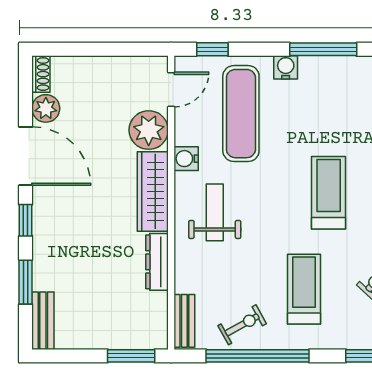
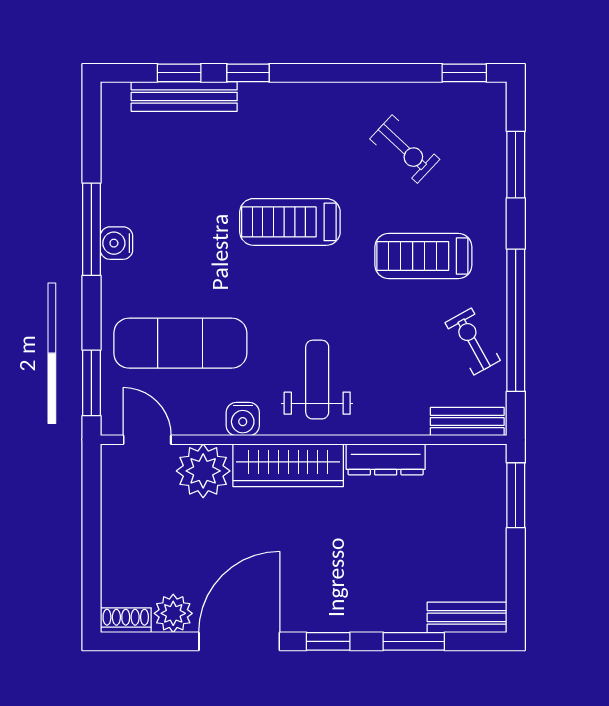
window: (212, 49) -> (91, 383), width x1.50
water cooler: (286, 67) -> (117, 243), moved
weight bench: (215, 212) -> (317, 380), turned 90

